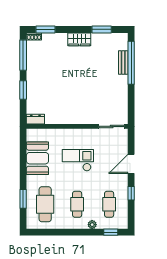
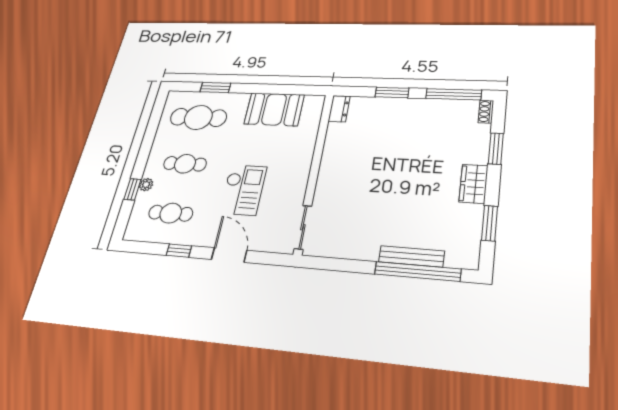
window: (46, 29) -> (496, 149), moved
bench: (123, 62) -> (411, 256), width x1.36
checkout: (78, 160) -> (243, 190), moved
window: (111, 232) -> (132, 189), moved

